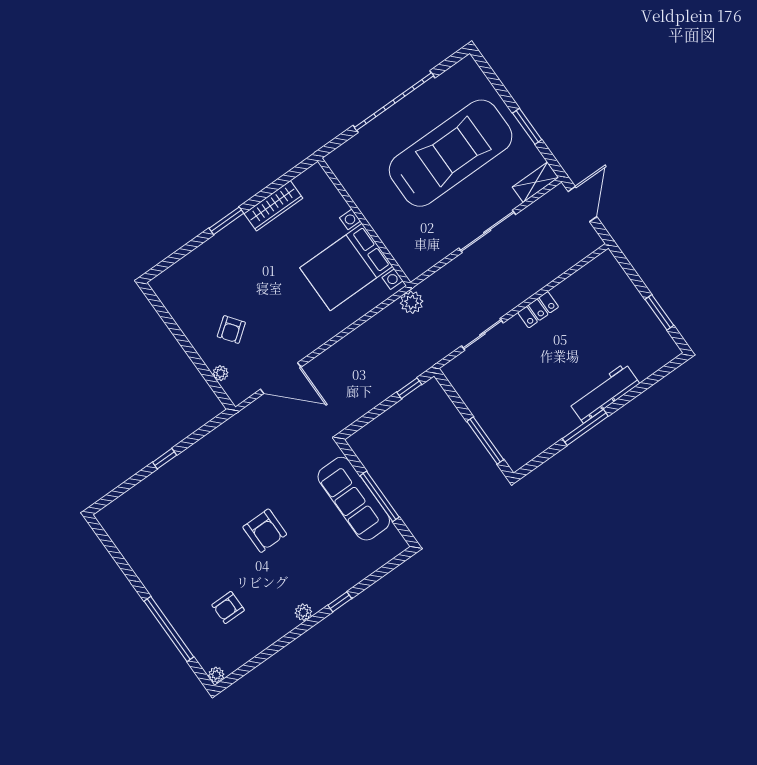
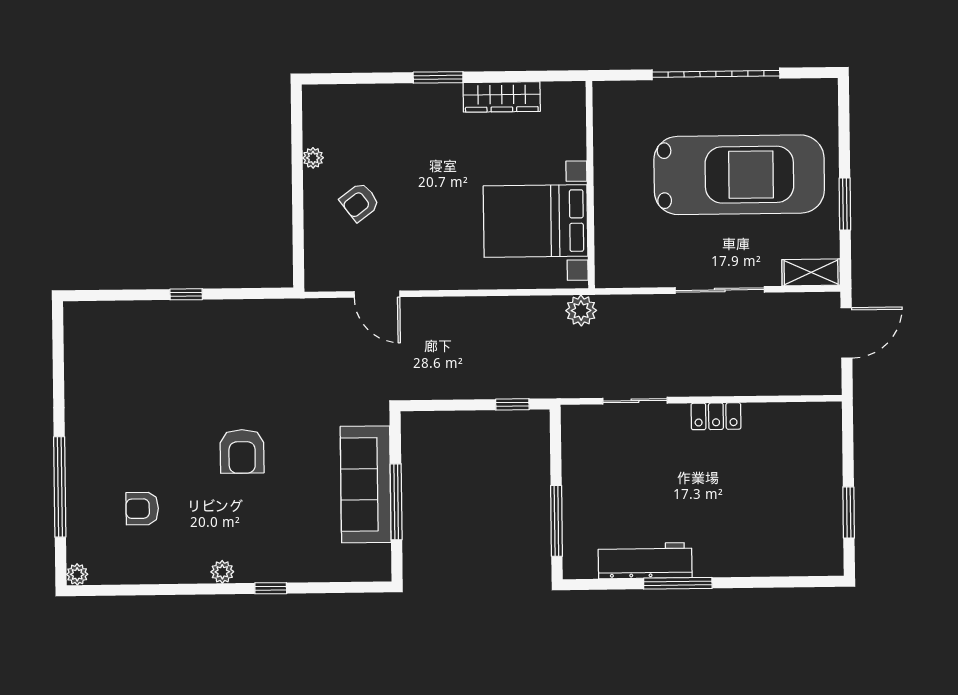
plant: (220, 373) -> (313, 158), moved
door: (281, 378) -> (377, 294), width x0.73
workbench: (604, 393) -> (645, 561), moved

